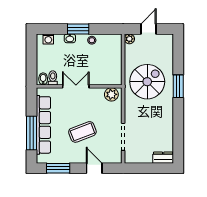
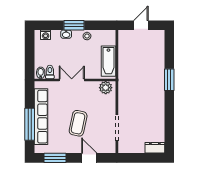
plant: (129, 39) -> (123, 35), removed
bathtub: (114, 66) -> (108, 61), added
spiral stairs: (147, 82) -> (140, 75), removed
coffee table: (82, 132) -> (78, 123), turned -57

